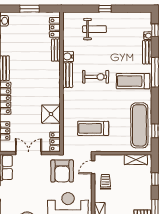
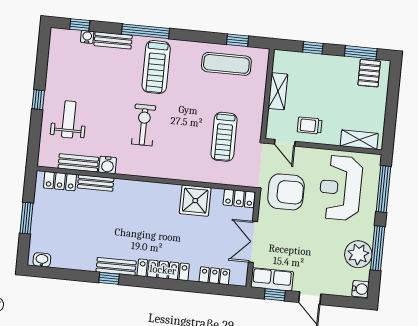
bench: (68, 75) -> (78, 163), moved
exercise mat: (139, 125) -> (226, 64), width x0.73, depth x0.69
shelving: (136, 160) -> (278, 91), moved

